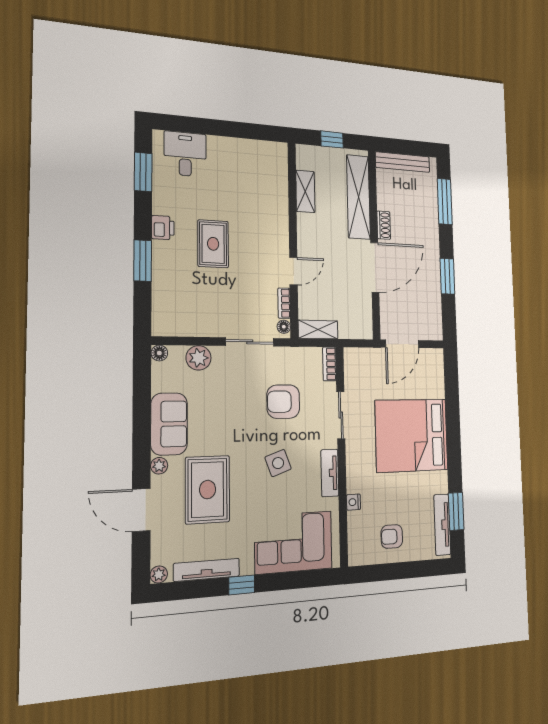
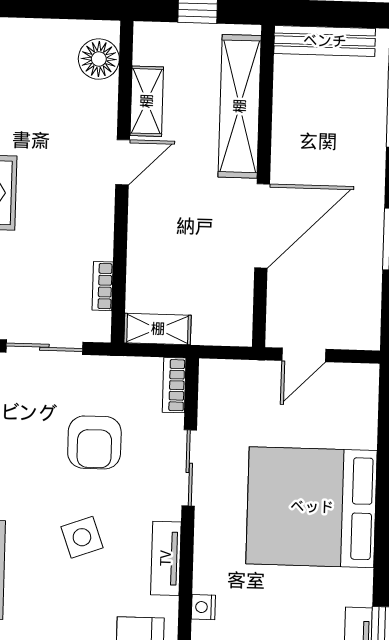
shoe rack: (384, 225) -> (283, 153), removed
door: (293, 271) -> (123, 162), moved
floor lamp: (284, 327) -> (99, 59), moved, width x1.89, depth x1.89
door: (402, 344) -> (304, 355), width x0.73
armchair: (283, 402) -> (94, 442), turned -90

